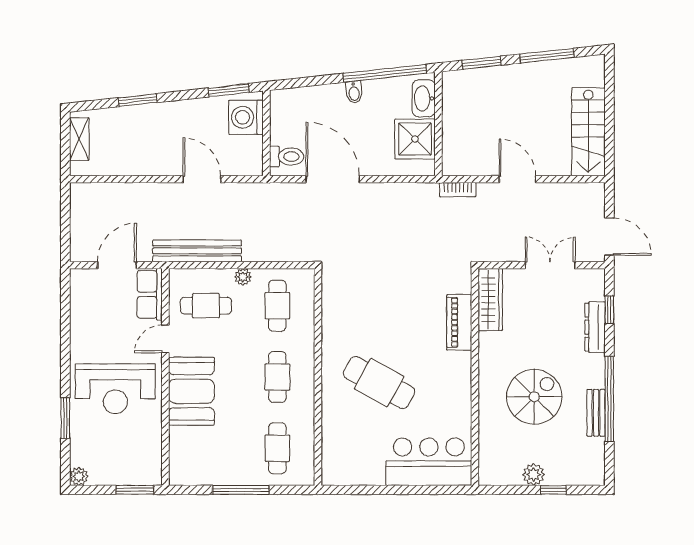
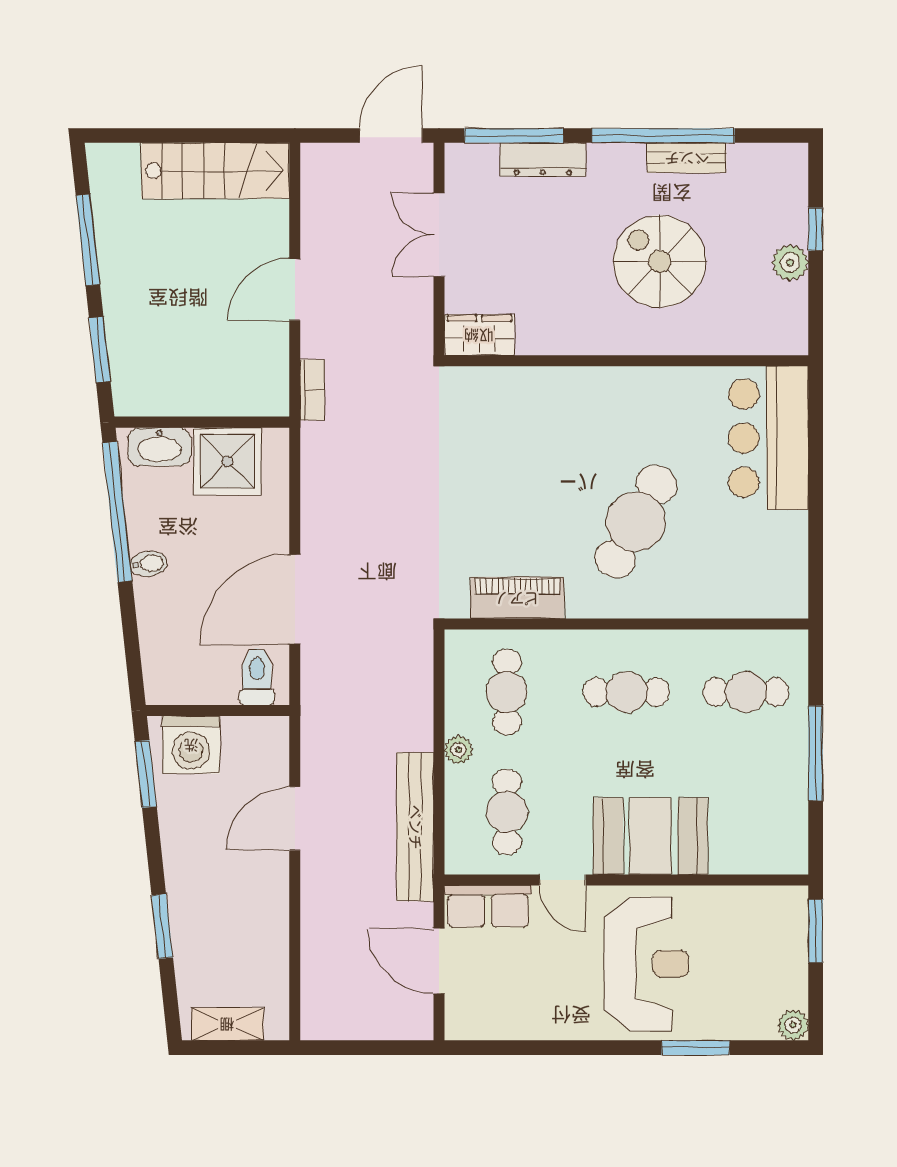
wardrobe: (490, 300) -> (479, 335), width x0.67
cafe table: (277, 306) -> (507, 692), turned 90
window: (609, 310) -> (514, 136), width x2.17
piano: (459, 322) -> (517, 598), moved, turned 180

